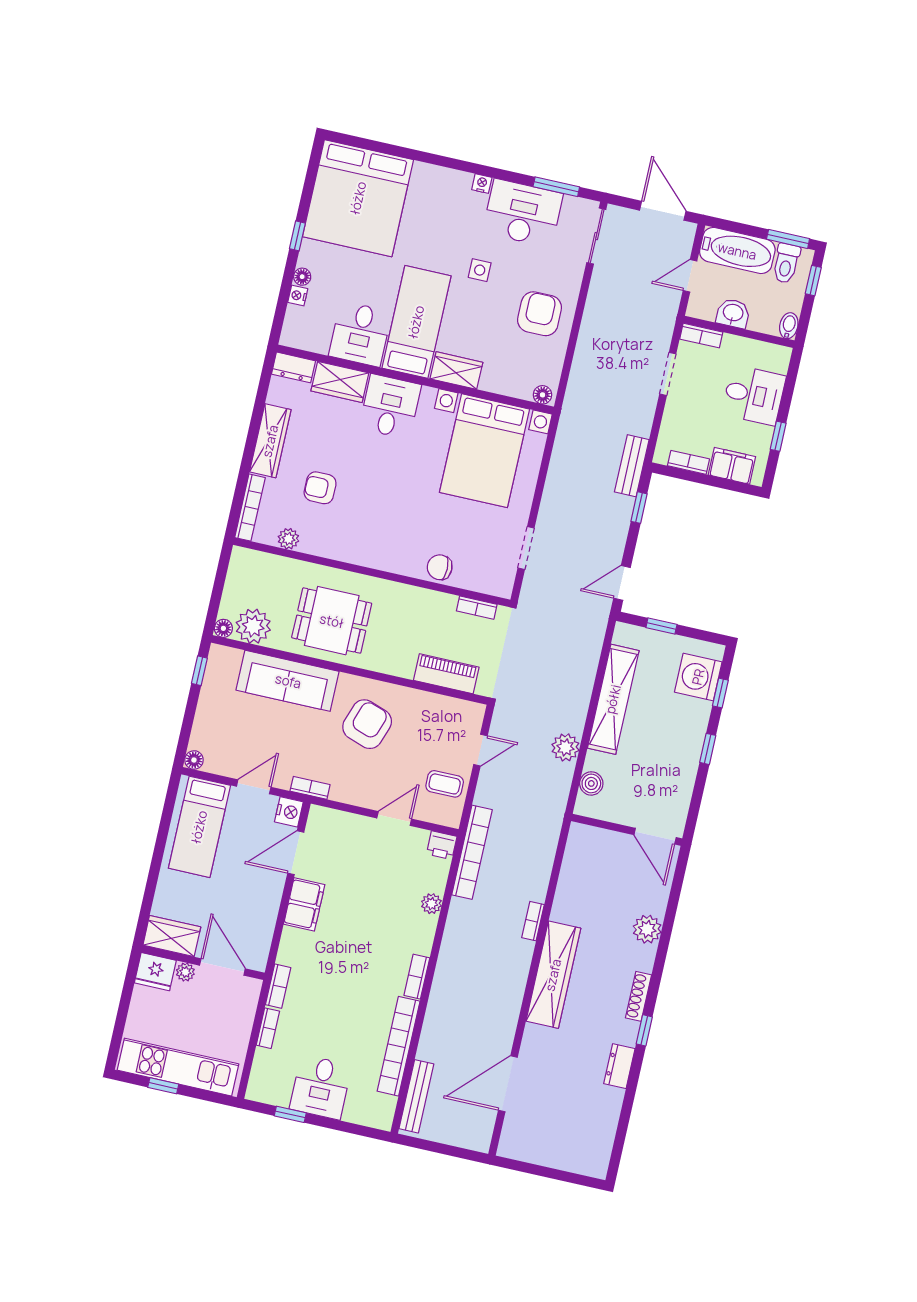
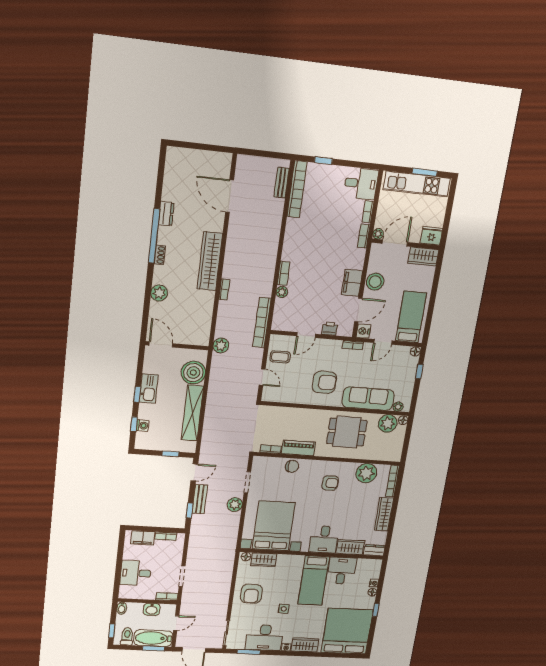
wardrobe: (444, 182) -> (305, 645), added
window: (788, 239) -> (154, 648), moved
wardrobe: (456, 371) -> (264, 560), moved
window: (778, 436) -> (120, 556), removed
bench: (632, 466) -> (200, 499), moved
armchair: (320, 488) -> (330, 483), moved
plant: (554, 506) -> (235, 505), added
plant: (288, 539) -> (366, 473), width x1.87, depth x1.87
plant: (232, 657) -> (398, 407), added
window: (199, 671) -> (419, 371), moved
piano: (446, 674) -> (298, 448), moved, turned 180
washing machine: (698, 677) -> (142, 426), width x0.53, depth x0.53
armchair: (367, 724) -> (324, 382), turned -109
plant: (565, 747) -> (221, 345), moved
door: (480, 750) -> (262, 377), swing flipped
kitchen sink: (686, 757) -> (149, 389), added
boiler: (591, 783) -> (193, 373), width x1.86, depth x1.86
printer: (442, 845) -> (330, 329), moved
stool: (262, 901) -> (375, 282), added
door: (222, 967) -> (395, 243), swing flipped
plant: (185, 972) -> (378, 234), moved
bookcase: (417, 977) -> (284, 273), moved
shoe rack: (639, 996) -> (160, 255), width x0.70
window: (644, 1030) -> (154, 236), width x3.17
bookcase: (399, 1046) -> (297, 189), moved
door: (508, 1084) -> (230, 196), swing flipped
window: (163, 1086) -> (425, 172), width x1.50
desk: (321, 1087) -> (361, 184), moved, turned 90
bench: (416, 1096) -> (281, 183), width x0.73
window: (290, 1114) -> (323, 161), moved

